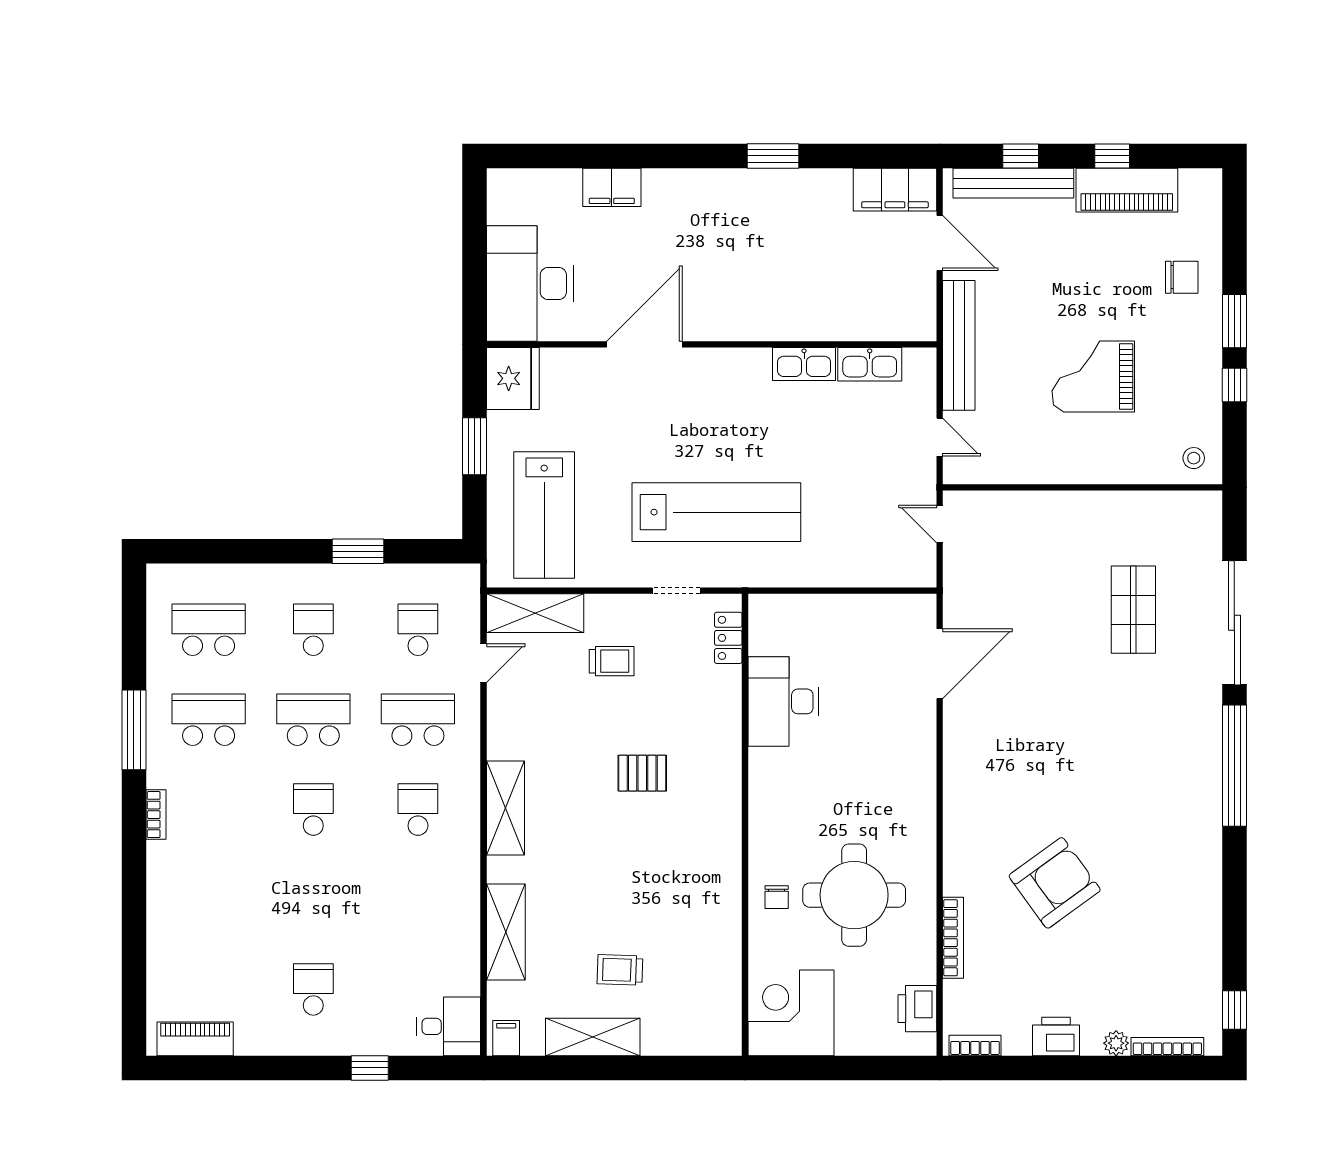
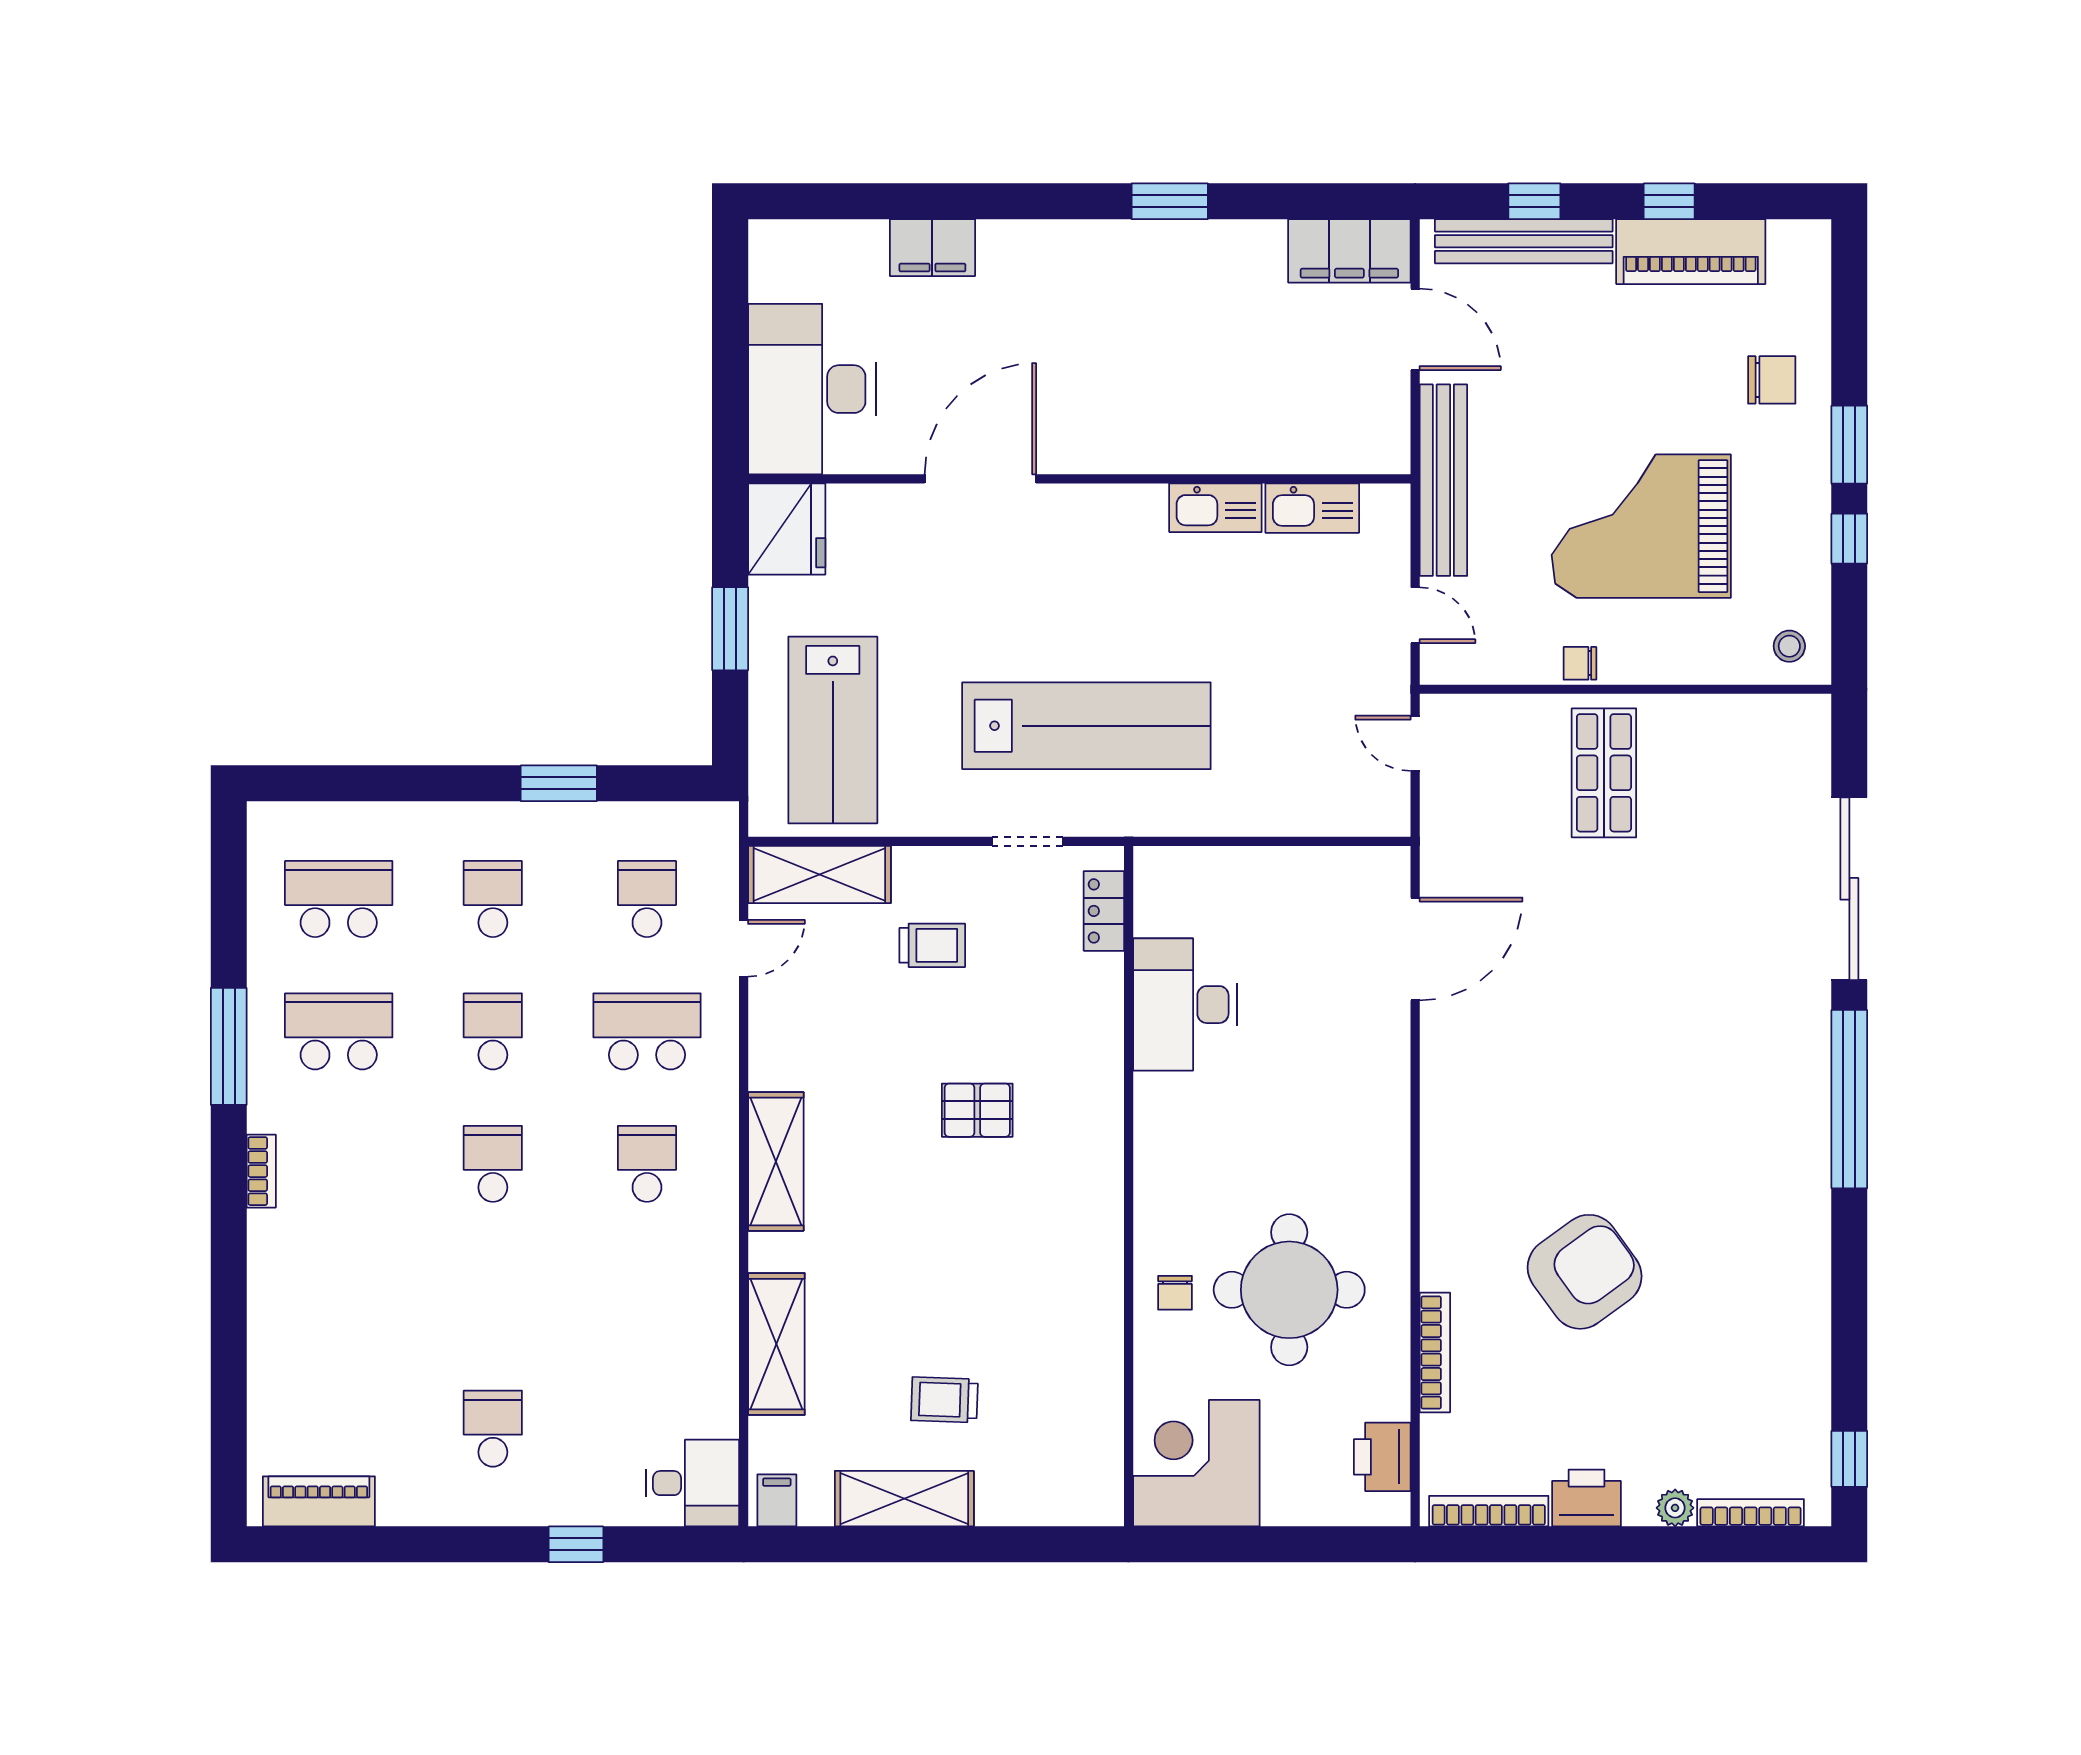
grand piano: (1093, 377) -> (1641, 526), width x1.37, depth x1.48
chair: (1052, 470) -> (1580, 663), added
shop shelf: (1133, 610) -> (1604, 773), moved
school desk: (313, 720) -> (493, 1031), width x0.54
bookcase: (975, 1045) -> (1489, 1511), width x1.56

